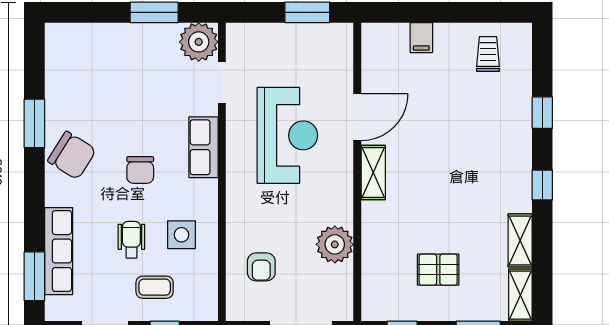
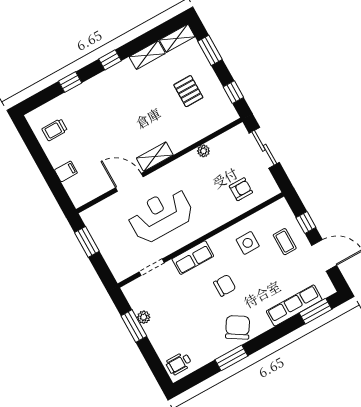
plant: (199, 42) -> (144, 317), moved, width x0.53, depth x0.53
wheelchair: (131, 240) -> (179, 364), moved
plant: (335, 244) -> (203, 151), width x0.53, depth x0.53

